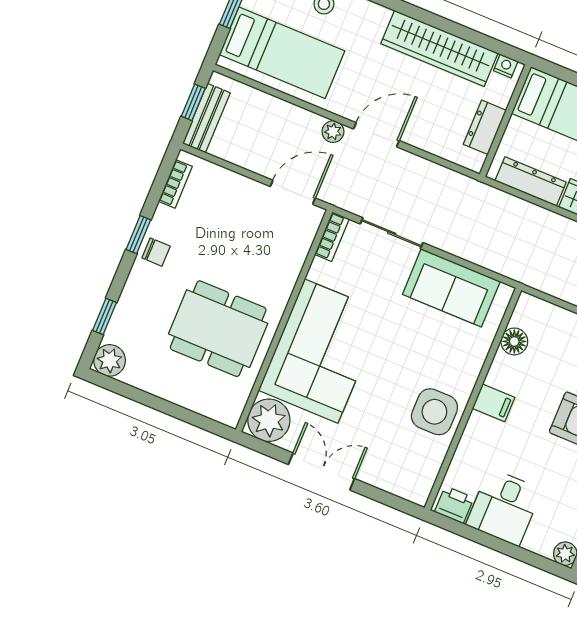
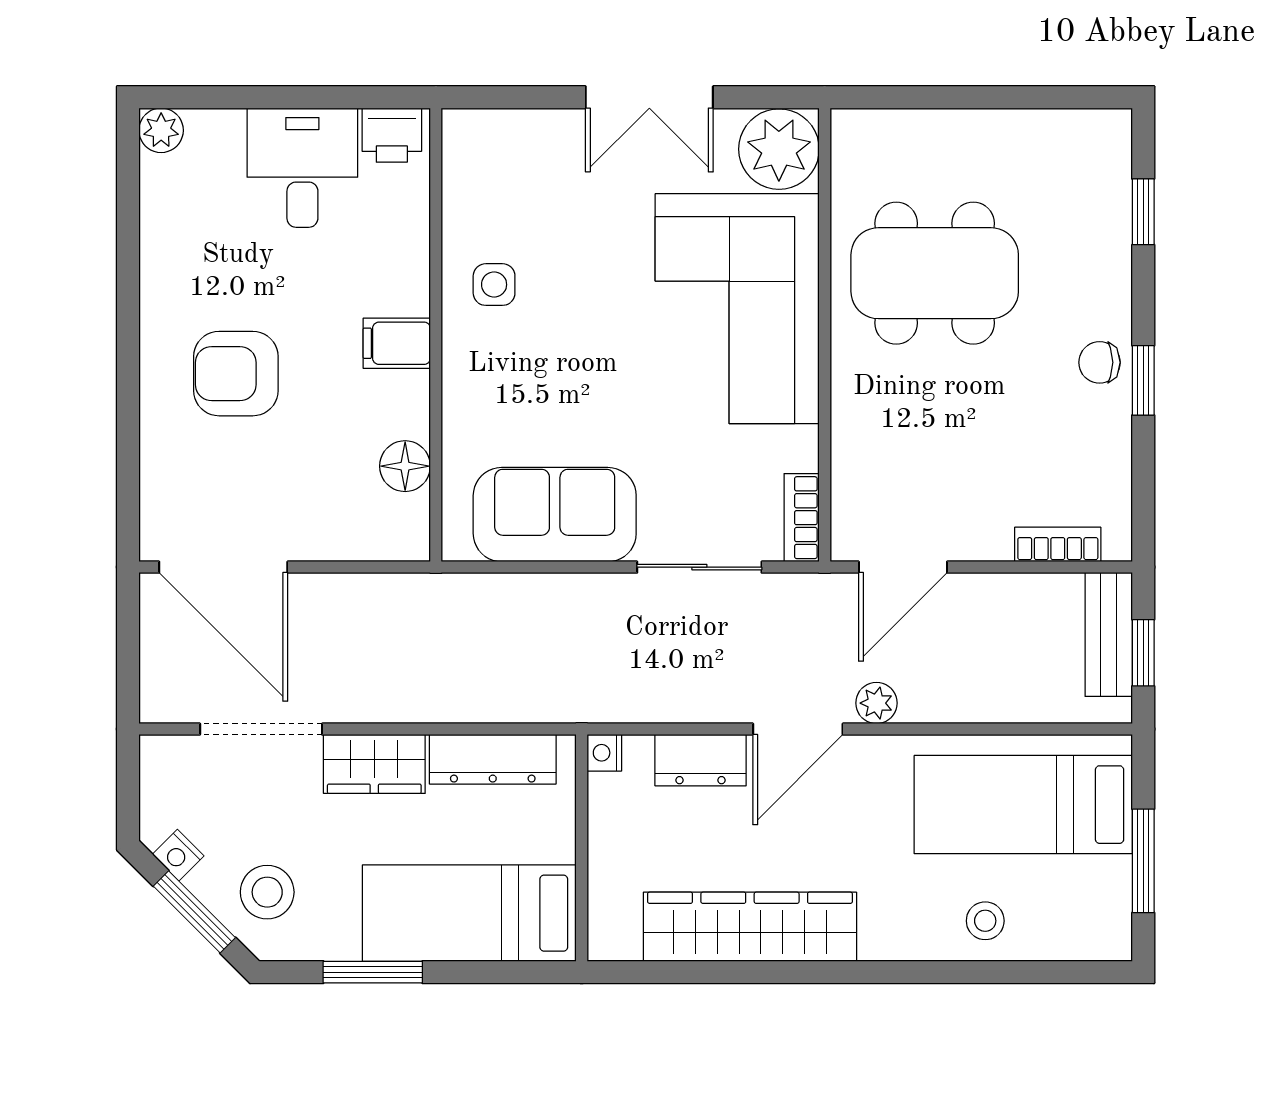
nightstand: (506, 66) -> (604, 753), moved, turned 90
dresser: (485, 127) -> (701, 760), moved, turned 90
bookcase: (175, 184) -> (1058, 544), moved, turned 90
plant: (110, 360) -> (1102, 138), removed
side table: (434, 412) -> (494, 285), width x0.54, depth x0.54

